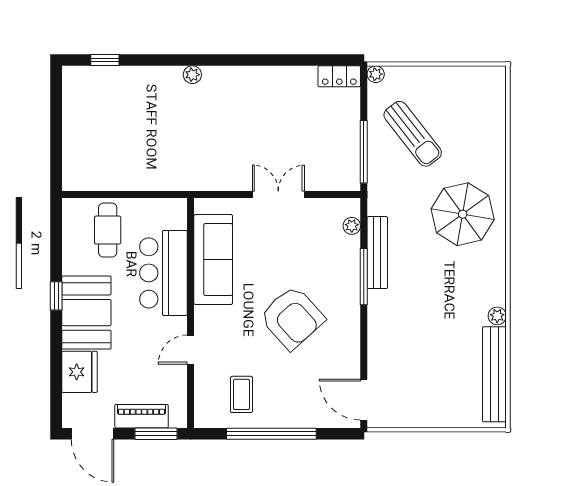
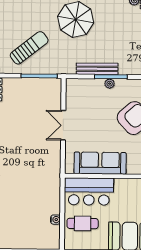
water cooler: (114, 183) -> (55, 220), added
plant: (352, 226) -> (110, 84), moved
bar counter: (163, 273) -> (89, 192), moved

